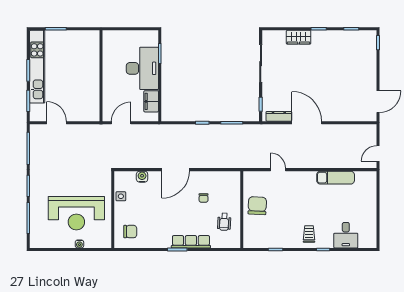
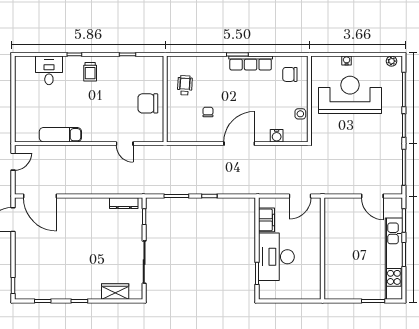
wardrobe: (299, 37) -> (115, 292), moved
door: (307, 123) -> (40, 196), moved
chair: (257, 206) -> (148, 103), turned 87
row of seats: (191, 242) -> (251, 63), moved
plant: (39, 243) -> (392, 61), added

